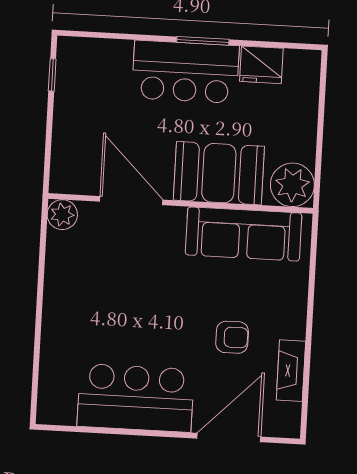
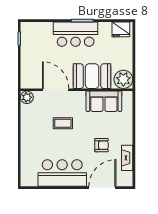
fridge: (261, 65) -> (121, 29), moved
sofa: (244, 234) -> (104, 101), width x0.73
coffee table: (144, 280) -> (63, 123), added

